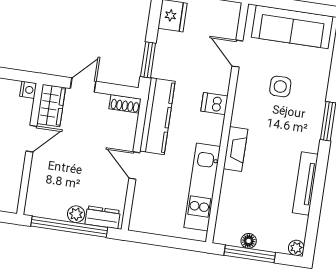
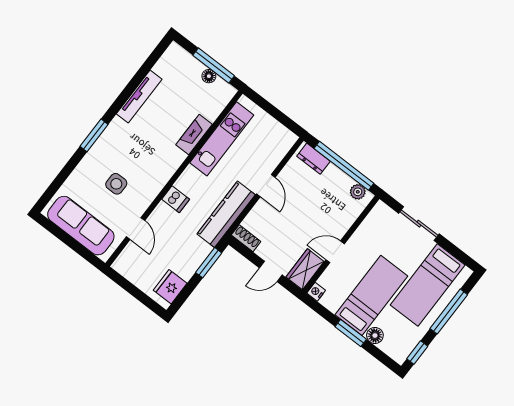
fireplace: (236, 149) -> (194, 135), moved
plant: (76, 214) -> (358, 192), moved
plant: (296, 248) -> (174, 50), removed

